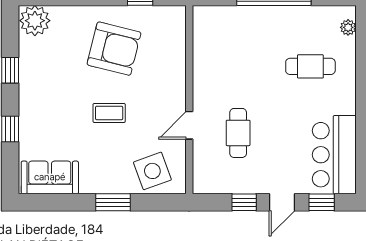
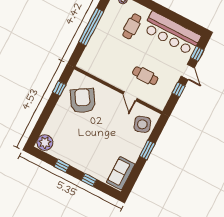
armchair: (114, 49) -> (83, 101), moved, turned -46
coffee table: (109, 113) -> (105, 130), removed
bar counter: (334, 155) -> (172, 33), width x1.36

